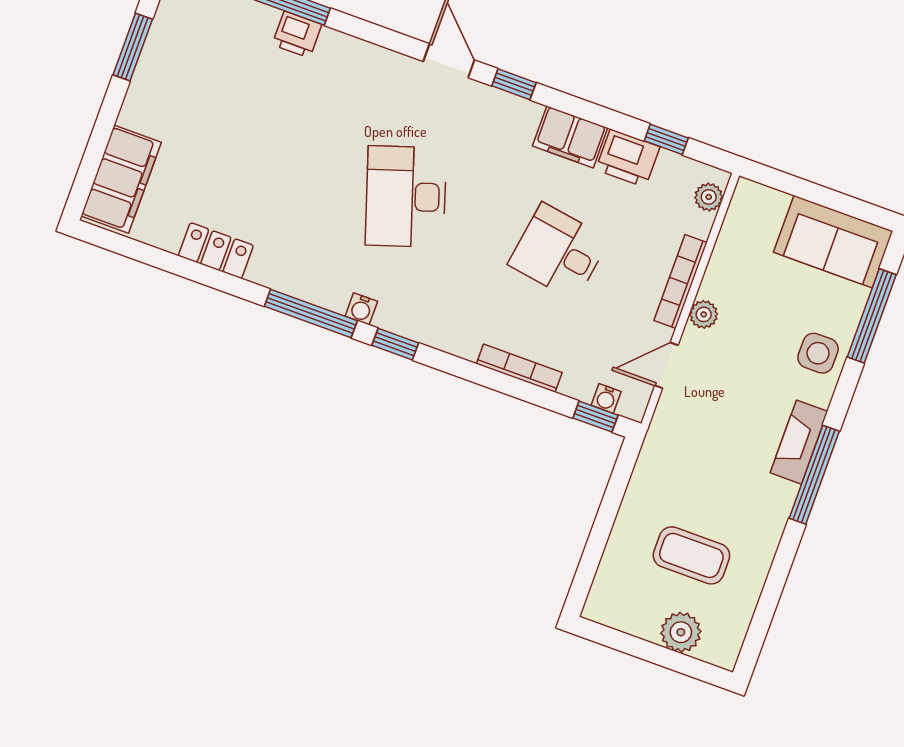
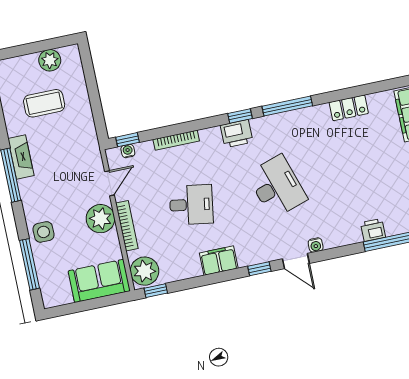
window: (666, 139) -> (156, 291), moved
printer: (628, 158) -> (237, 134), moved, turned 180
plant: (709, 197) -> (145, 271), width x1.87, depth x1.87
sofa: (833, 242) -> (99, 281), moved
water cooler: (361, 309) -> (316, 245), moved, turned 180
plant: (704, 314) -> (100, 219), width x1.88, depth x1.88
fireplace: (799, 442) -> (21, 157), moved
plant: (681, 632) -> (50, 60), moved

